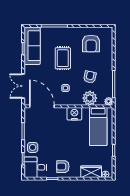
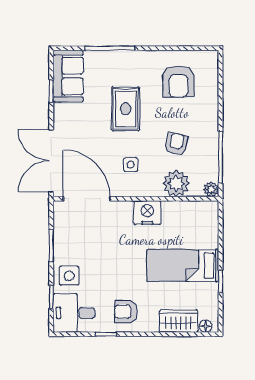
sofa: (32, 46) -> (68, 76), width x0.73
double door: (23, 86) -> (51, 161), width x1.37
bed: (98, 126) -> (183, 265), moved, turned 90

